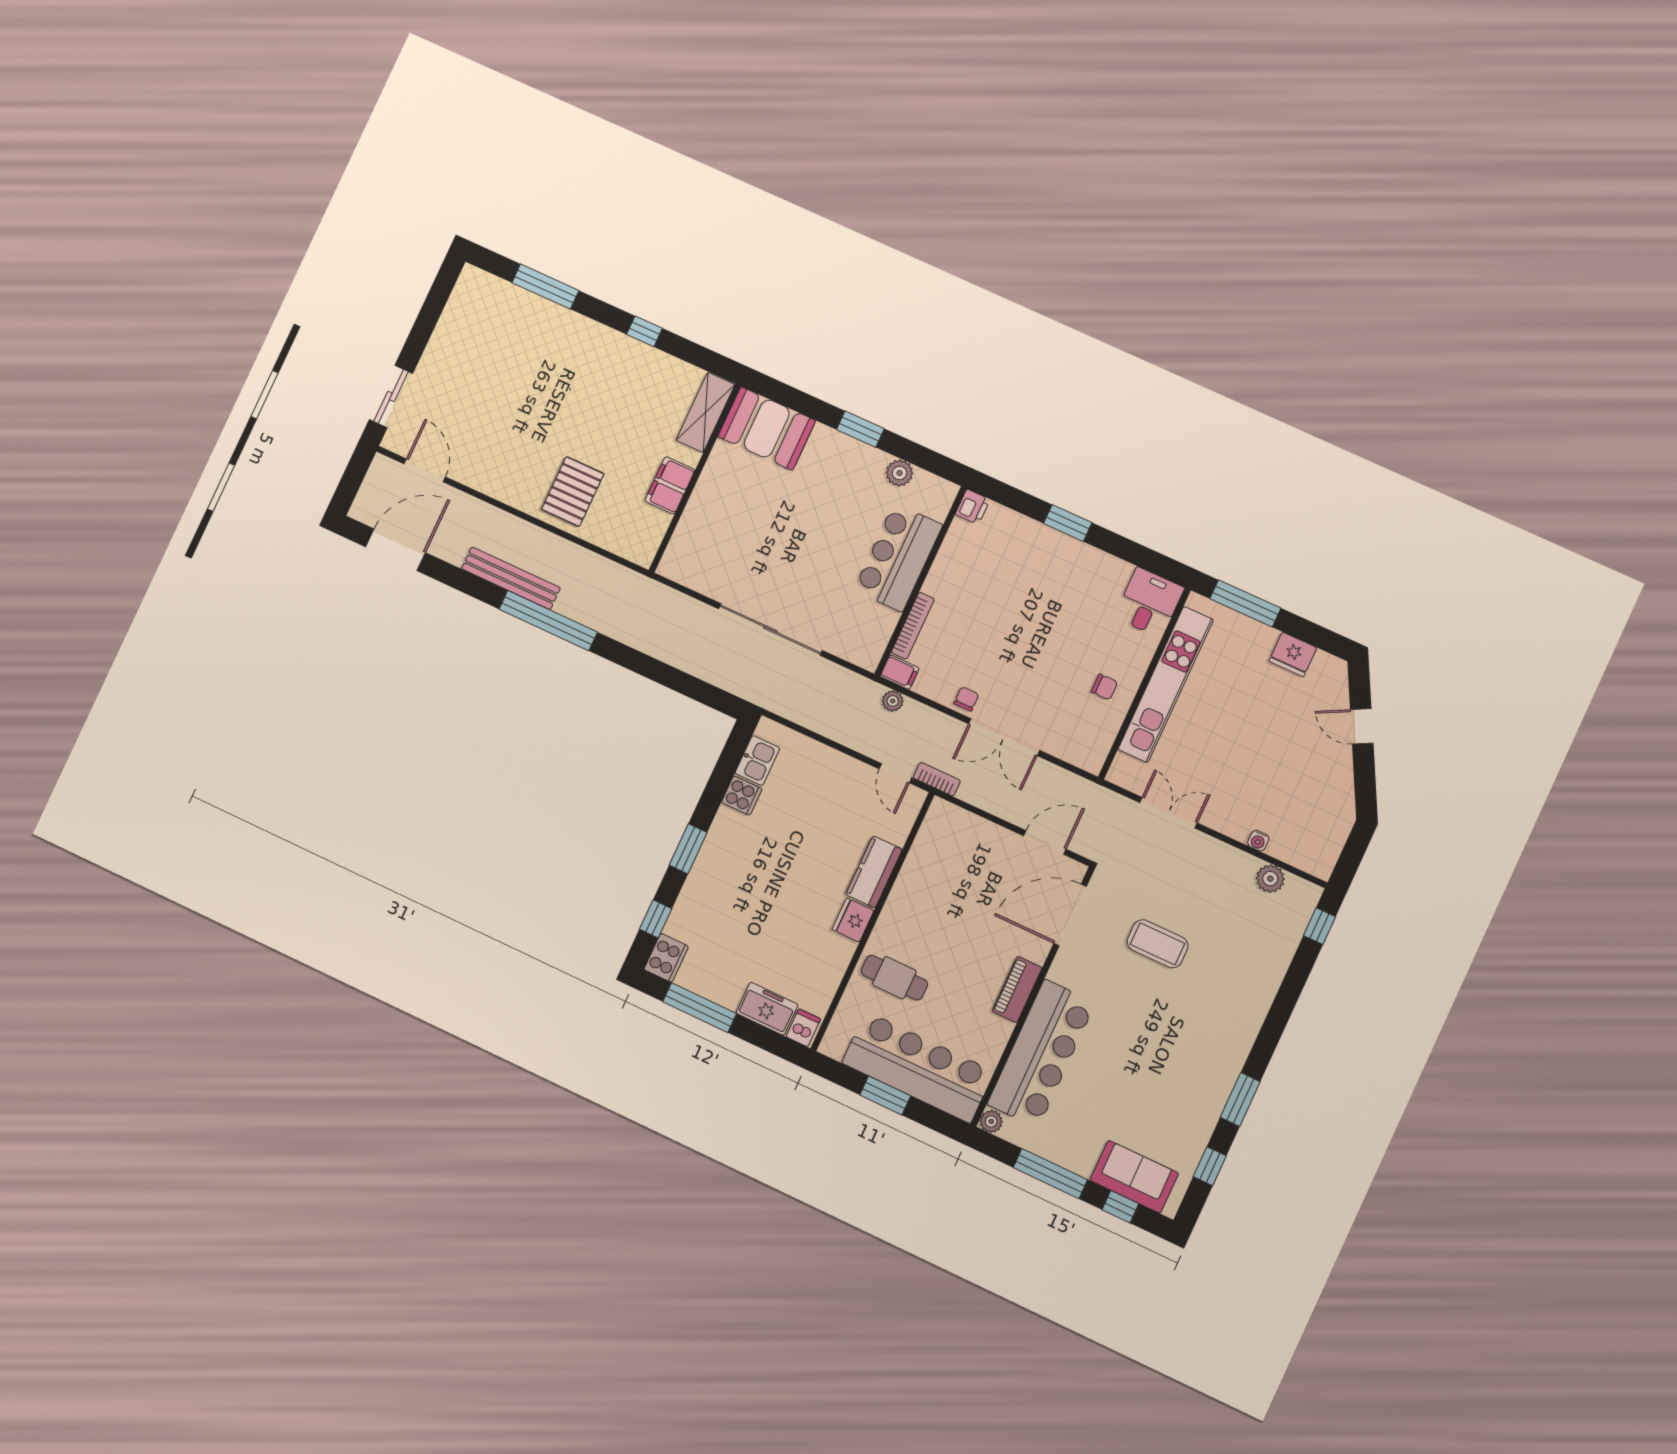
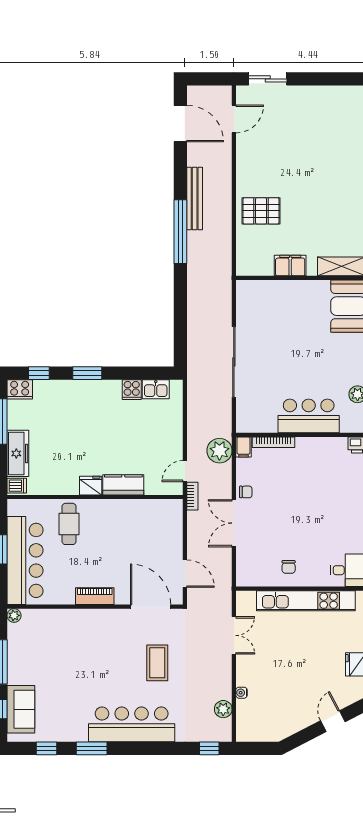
plant: (893, 701) -> (219, 451), width x1.88, depth x1.88
freezer: (767, 1009) -> (18, 453), width x1.40
bar counter: (1041, 1053) -> (132, 724), moved, turned 180

